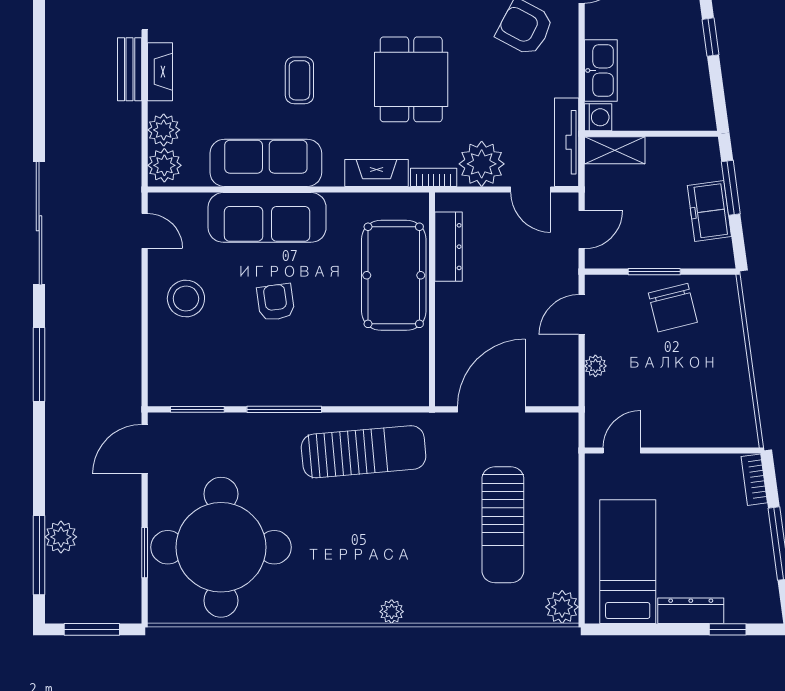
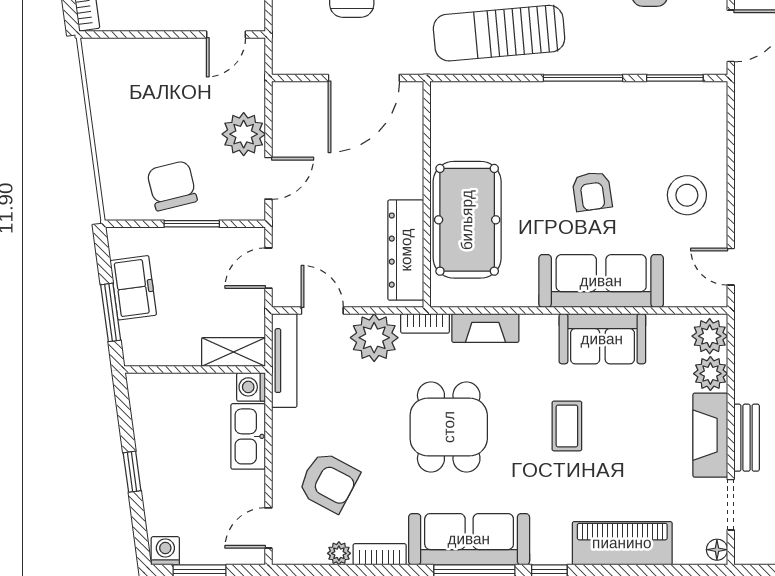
fireplace: (160, 72) -> (710, 435), width x1.37, depth x1.32
sofa: (266, 163) -> (602, 339), width x0.73
dresser: (449, 247) -> (406, 250), width x1.37, depth x1.24
plant: (595, 366) -> (244, 134), width x1.87, depth x1.87

